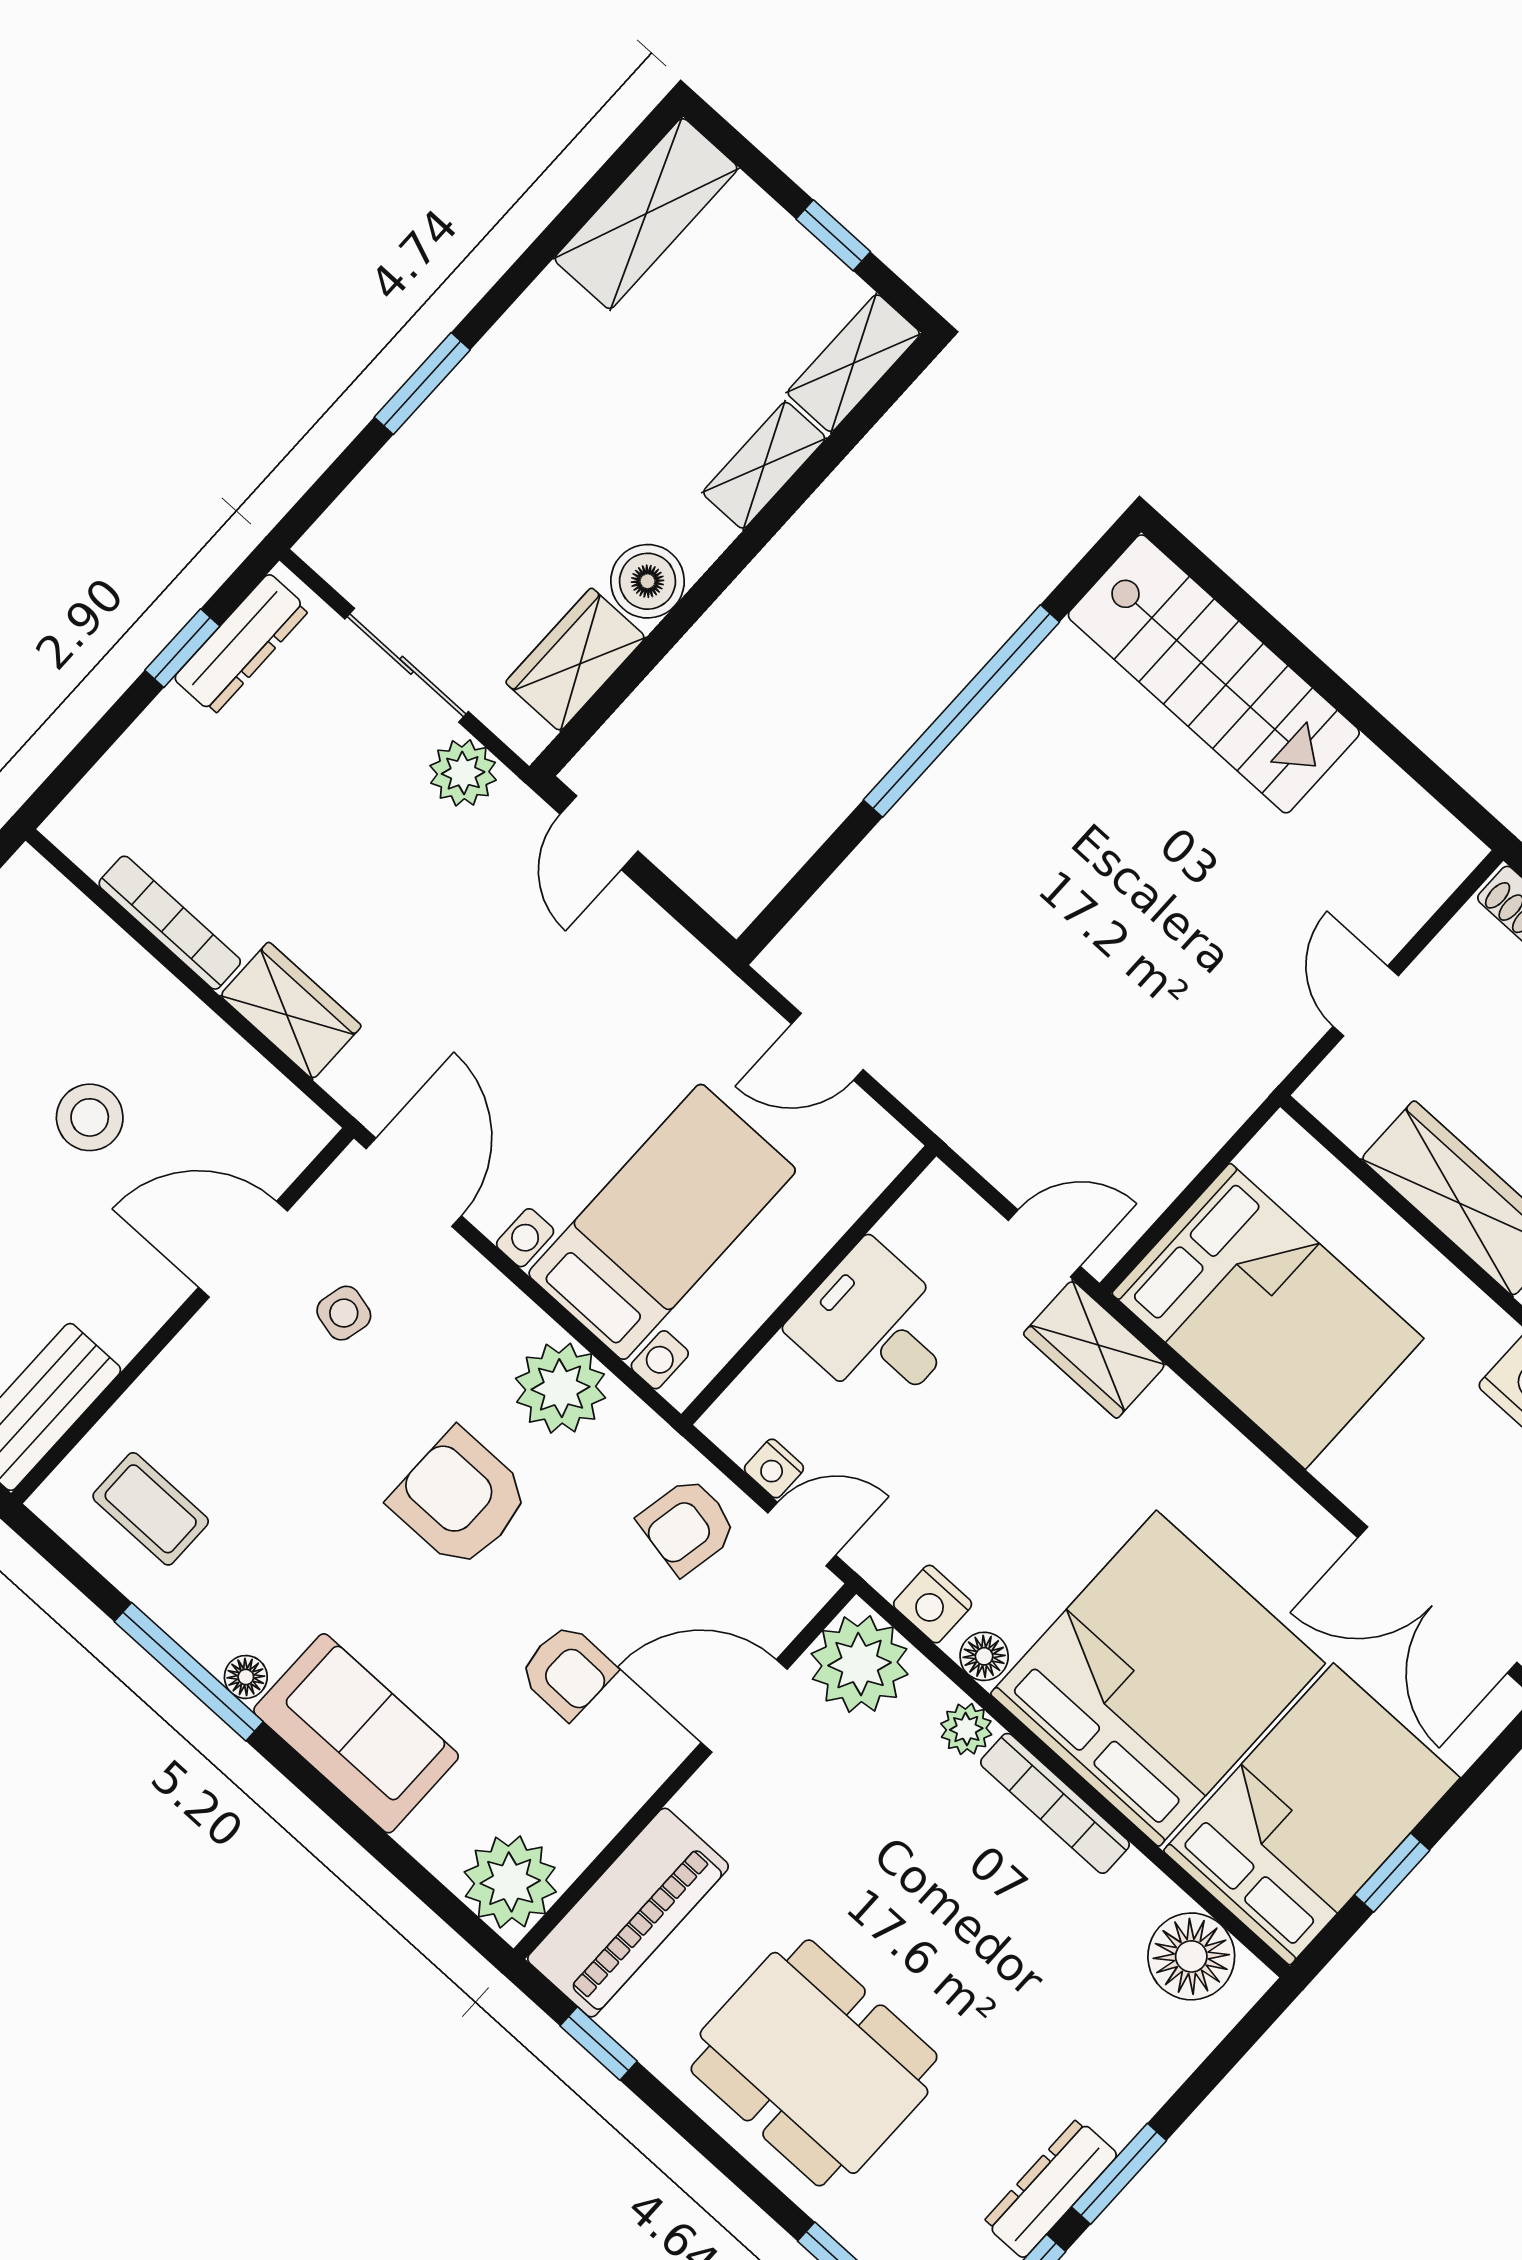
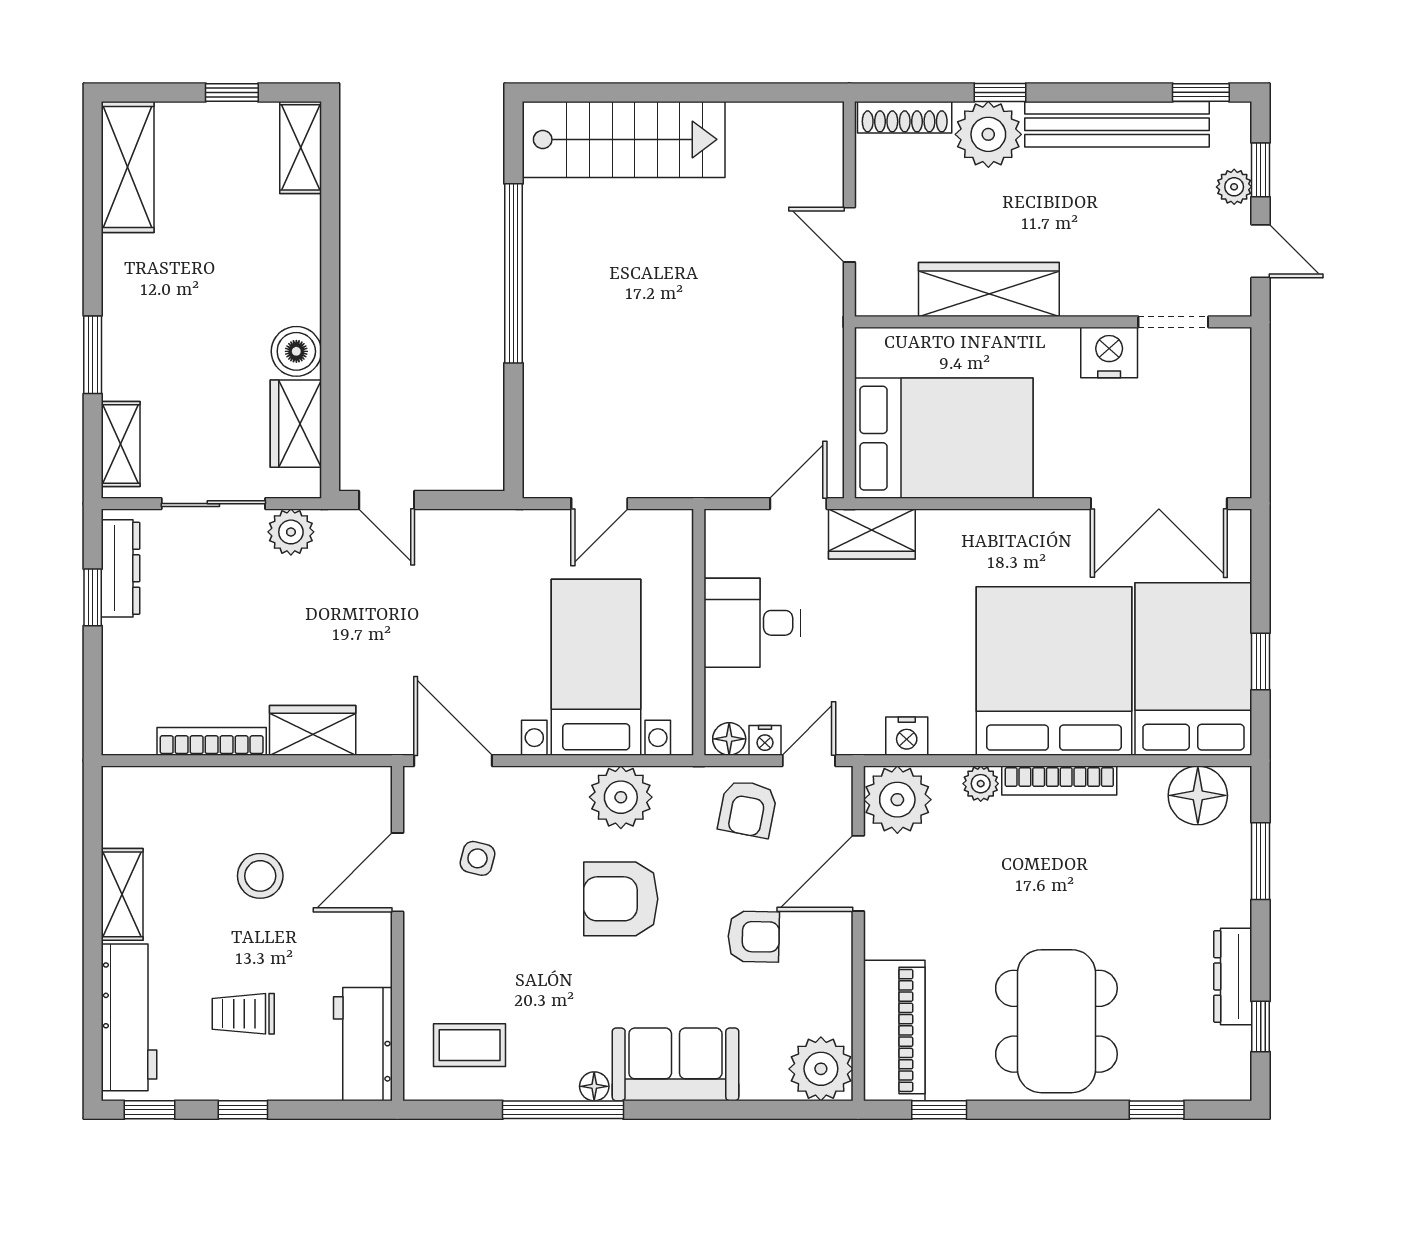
shelving: (764, 465) -> (121, 444), moved
floor lamp: (984, 1656) -> (729, 739), moved
dining table: (814, 2063) -> (1056, 1021), turned 90
window: (1119, 2174) -> (1261, 861), moved

